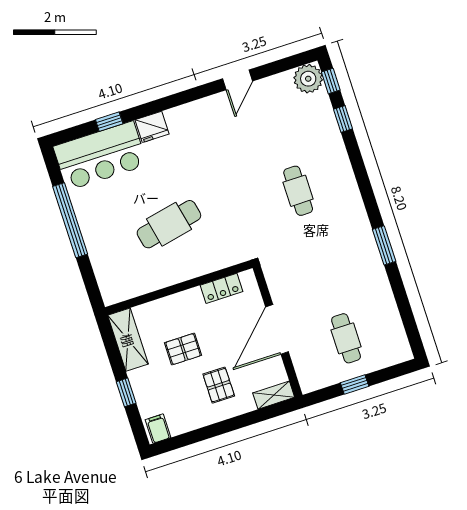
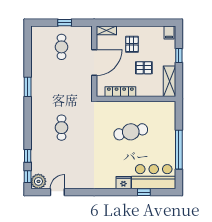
door: (238, 80) -> (57, 192), moved
locker: (221, 288) -> (120, 92), width x1.53

